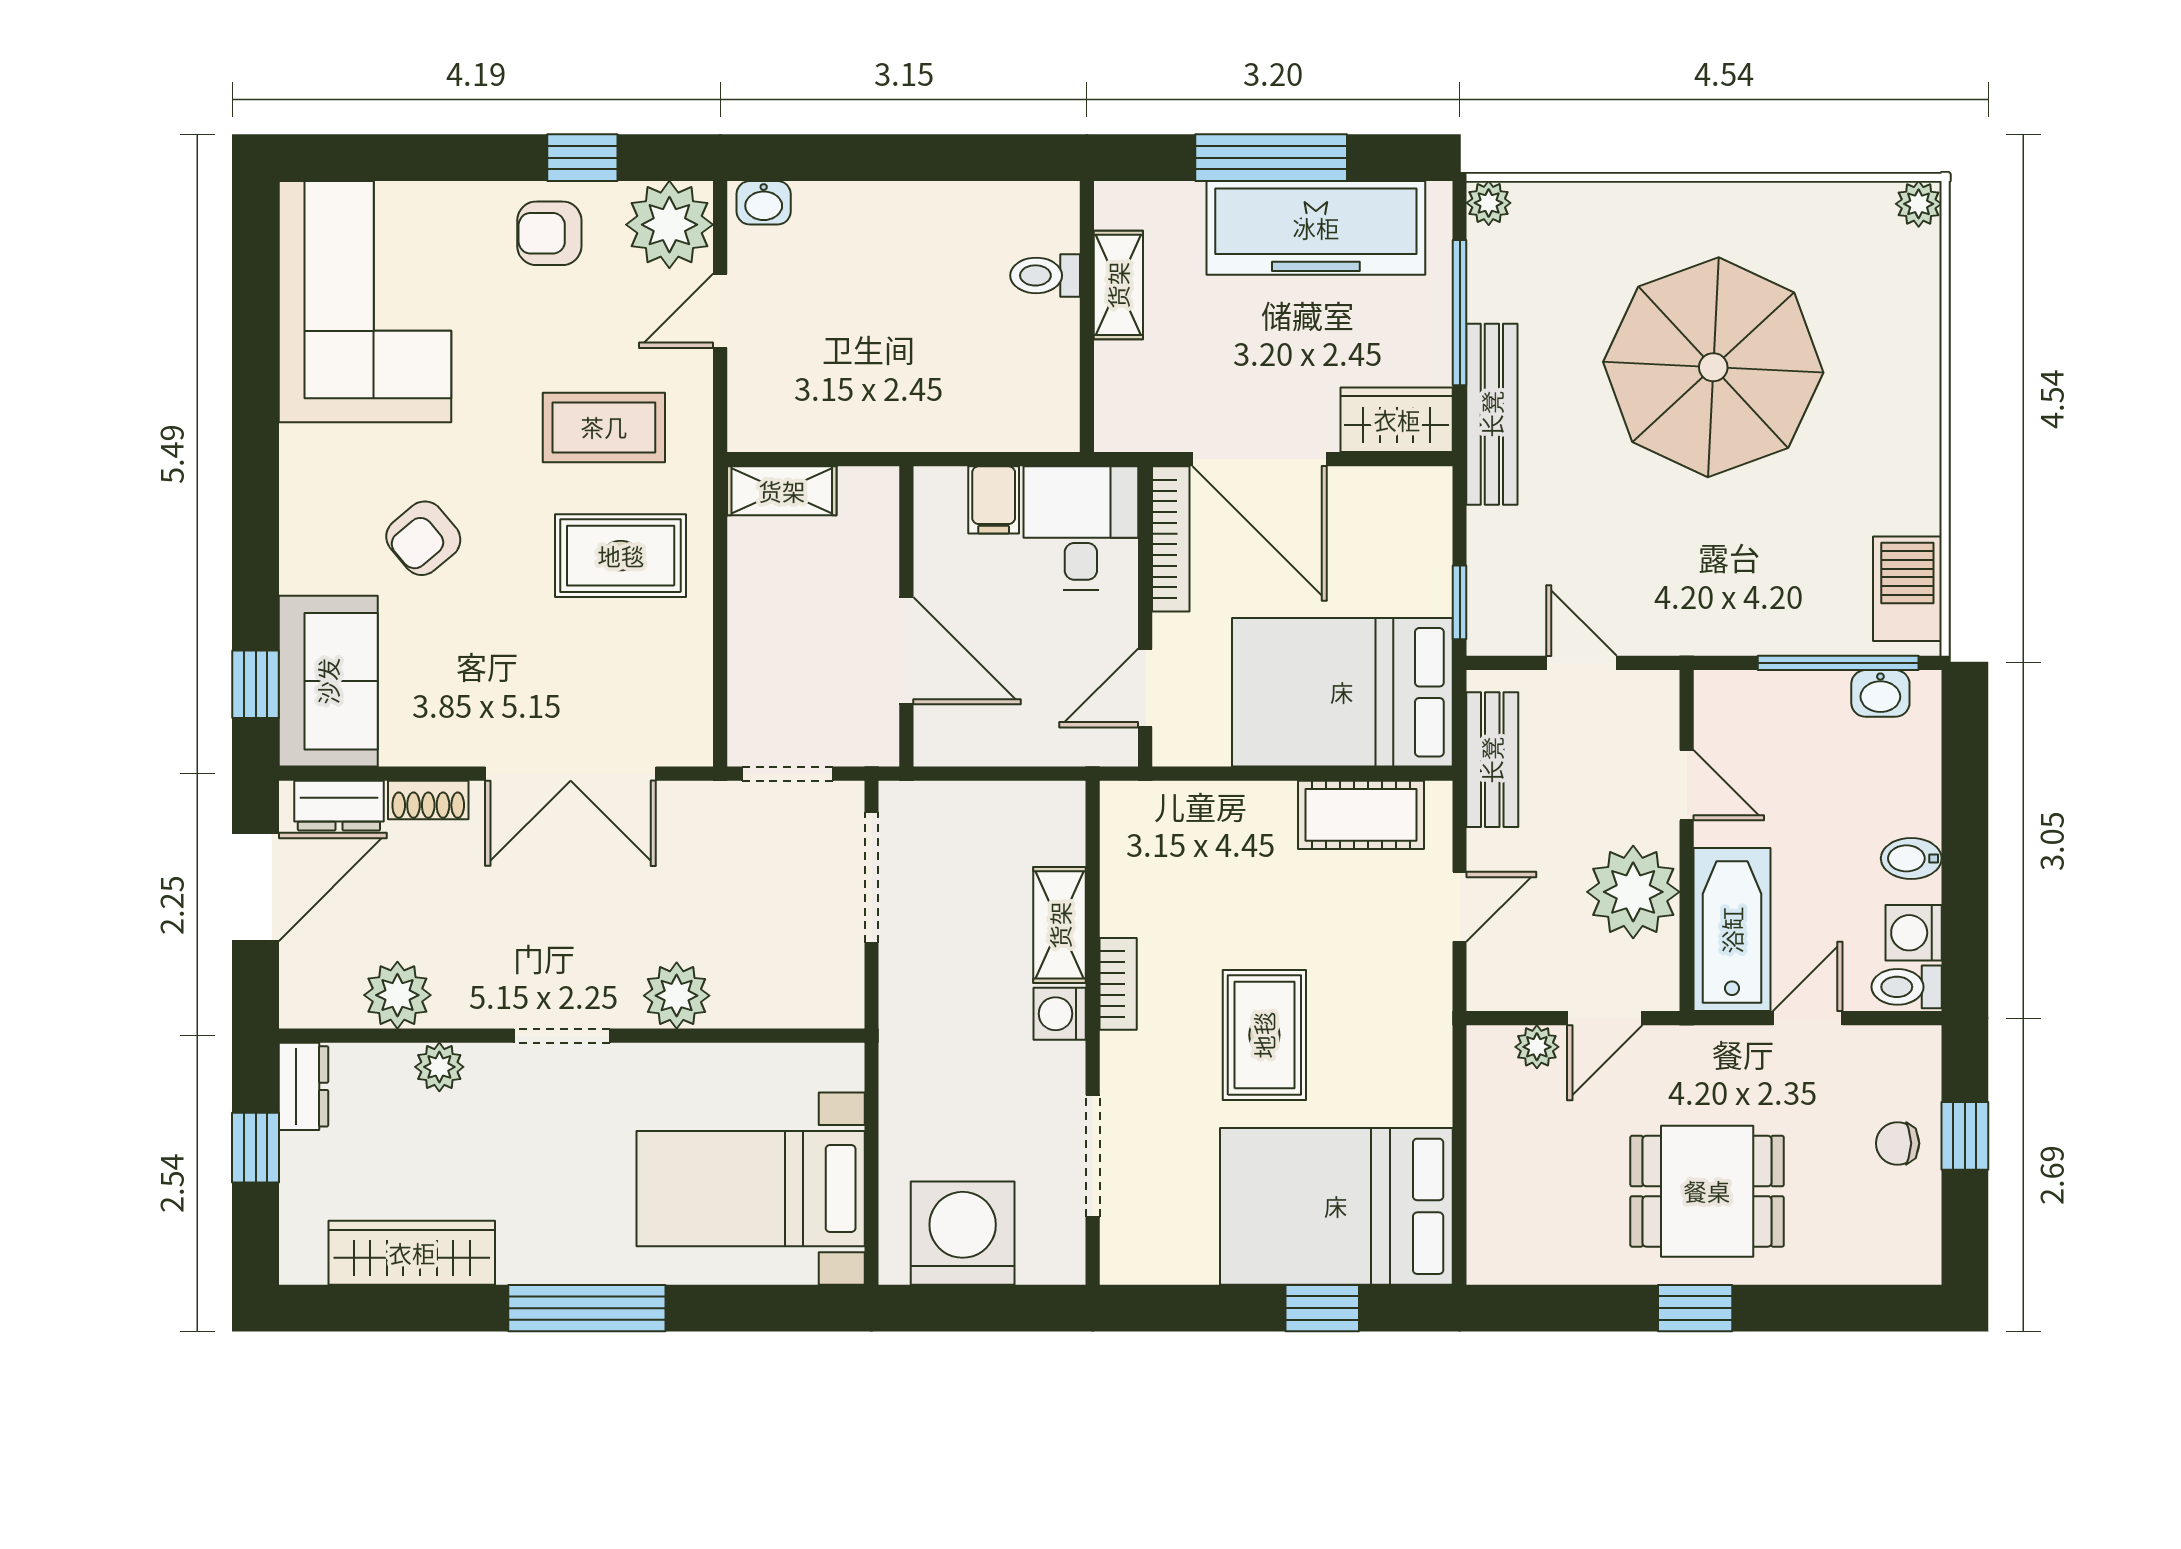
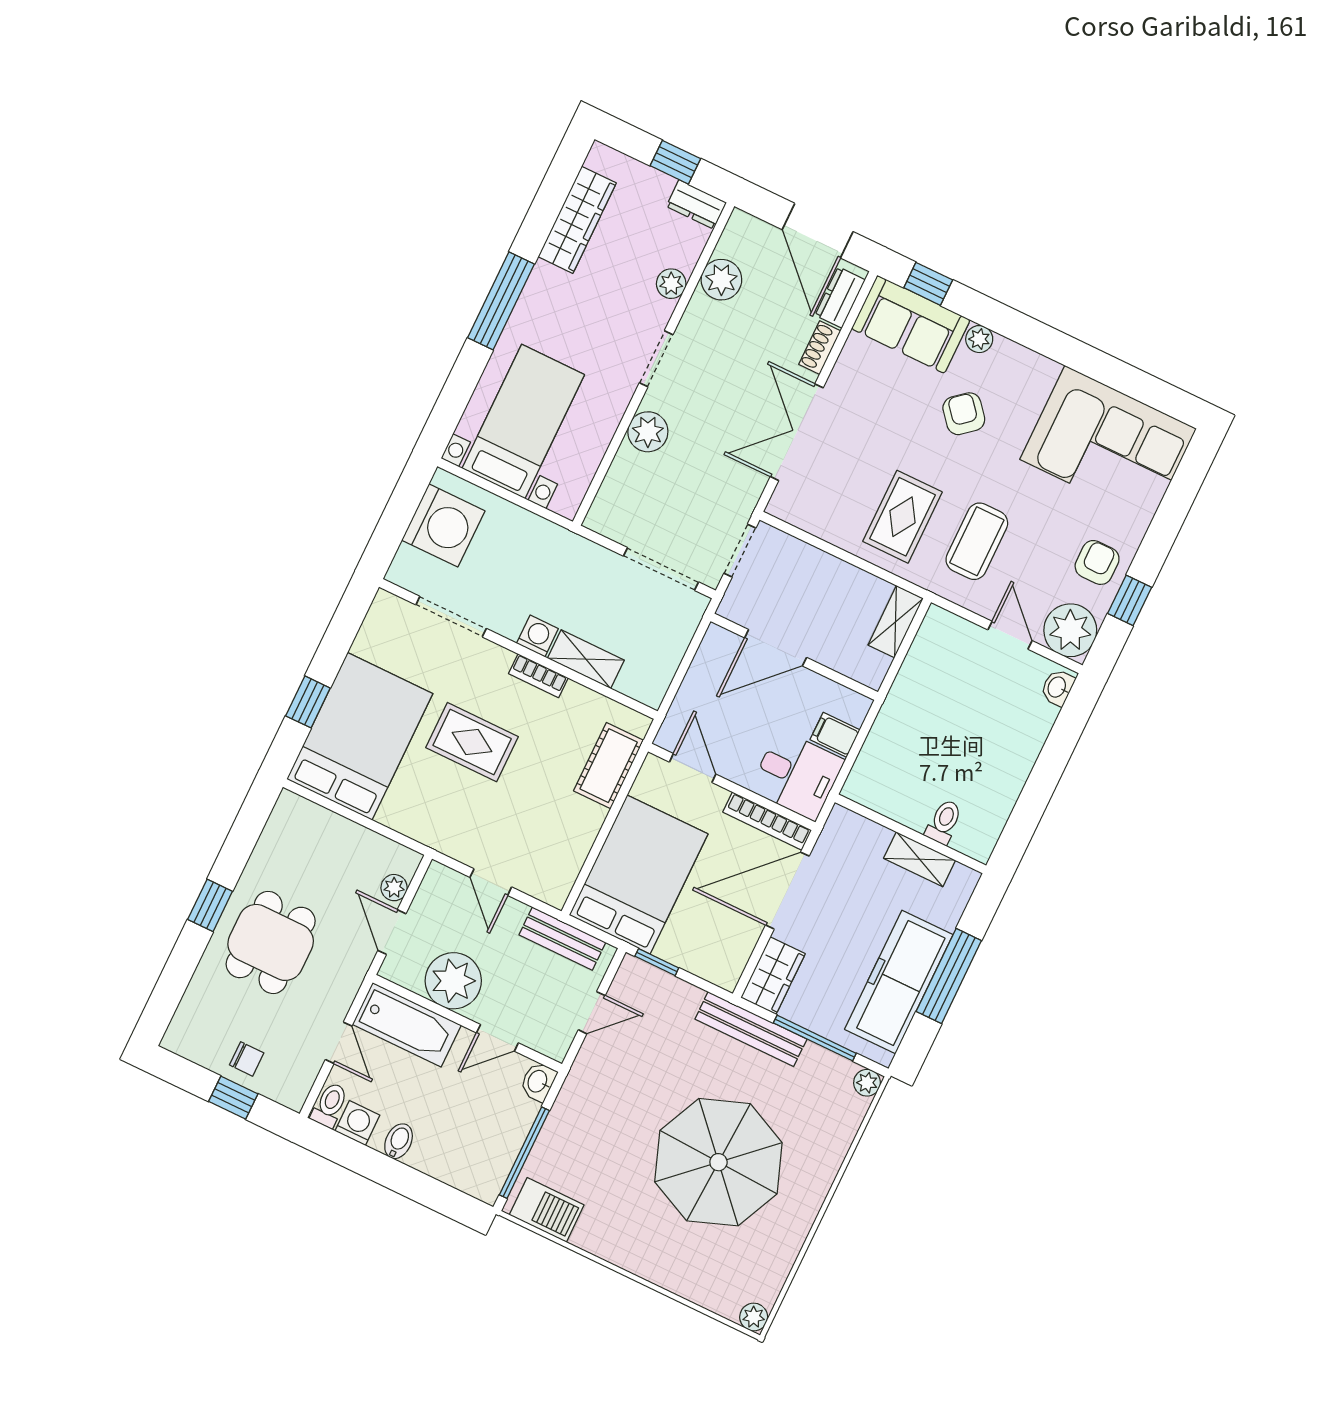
plant: (301, 569) -> (979, 339), added
washbasin: (1880, 693) -> (538, 1082), moved
cot: (1361, 815) -> (609, 766), moved
chair: (1898, 1143) -> (247, 1059), turned 90

